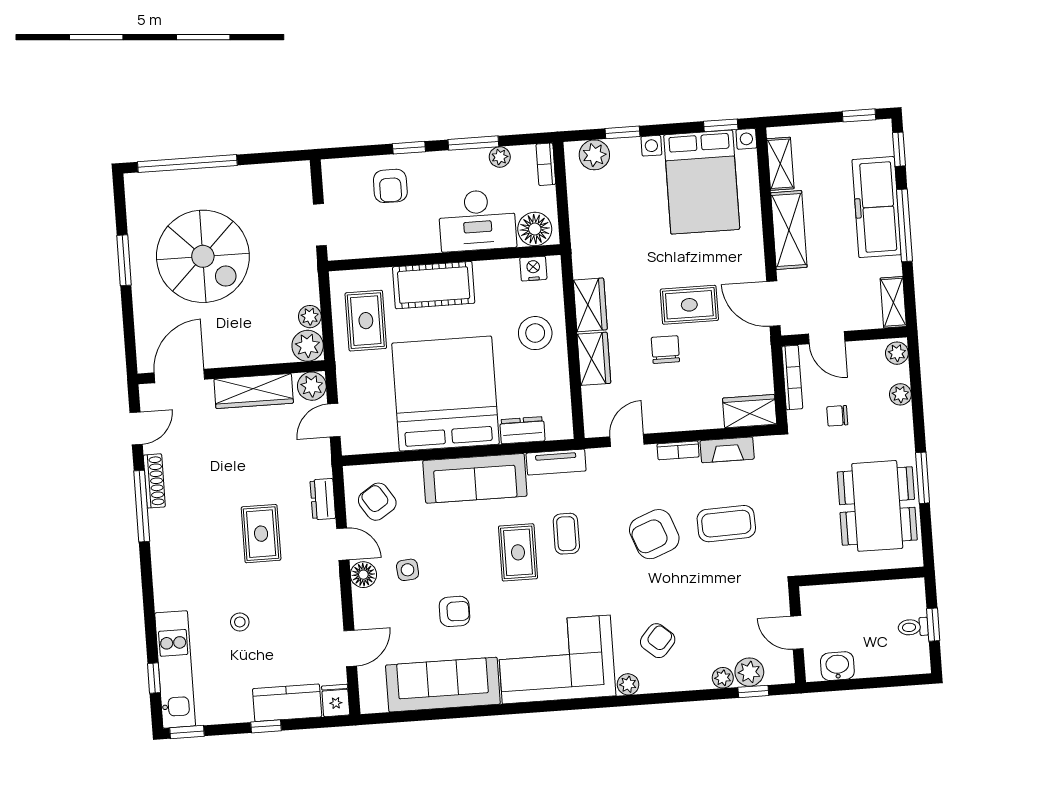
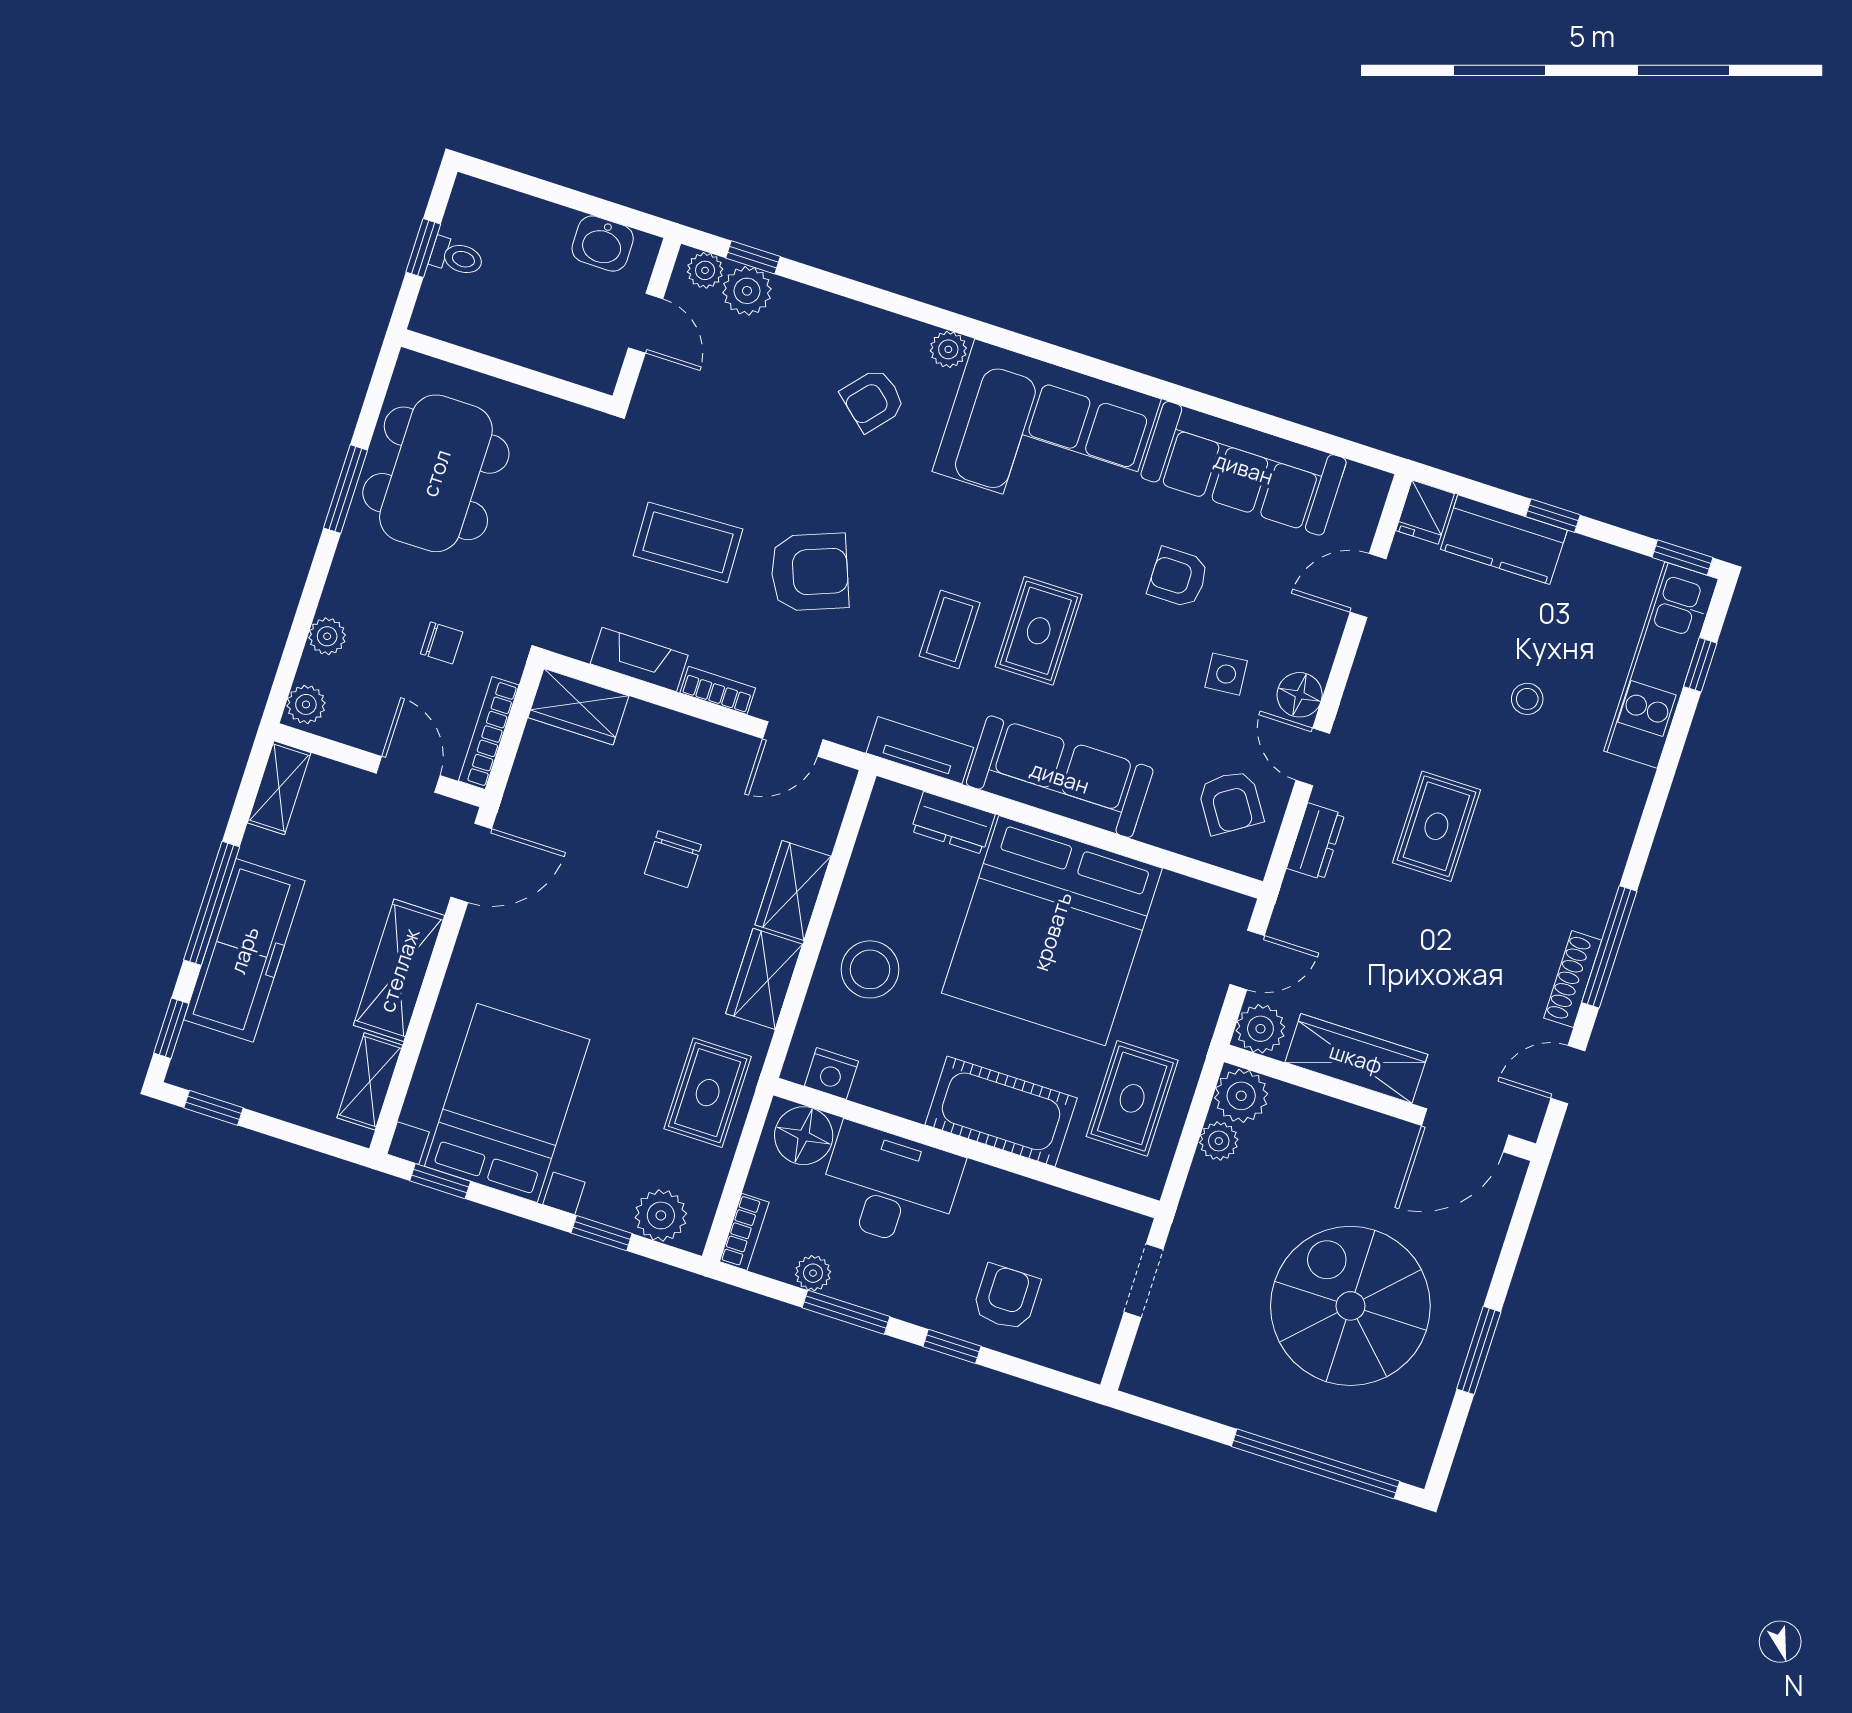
door: (773, 304) -> (471, 863), hinge flipped
rug: (689, 305) -> (708, 1093), moved, turned 90
plant: (723, 678) -> (705, 270), moved

